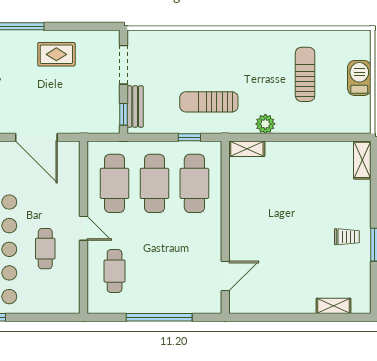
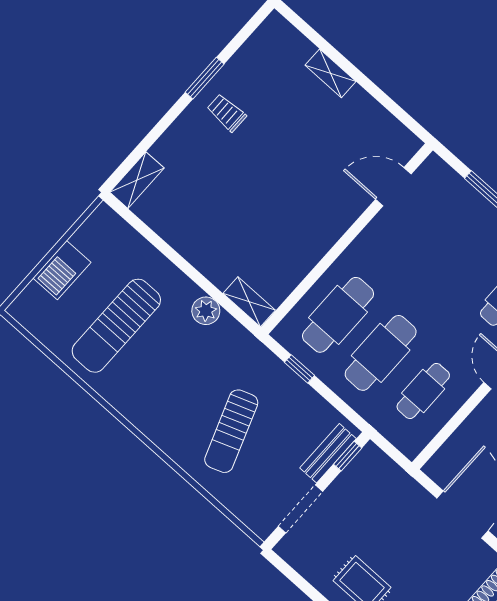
sun lounger: (305, 74) -> (116, 326), width x1.36, depth x1.34
sun lounger: (209, 102) -> (231, 431), moved, turned 70
cafe table: (115, 183) -> (423, 391), width x0.73, depth x0.74
shelving: (334, 306) -> (331, 73), moved

